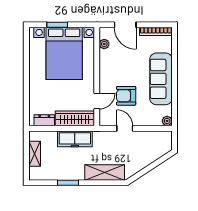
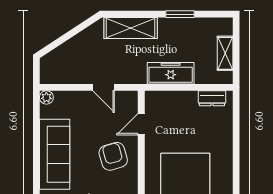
armchair: (126, 96) -> (113, 156), moved, turned -106
wardrobe: (75, 118) -> (171, 101), removed

